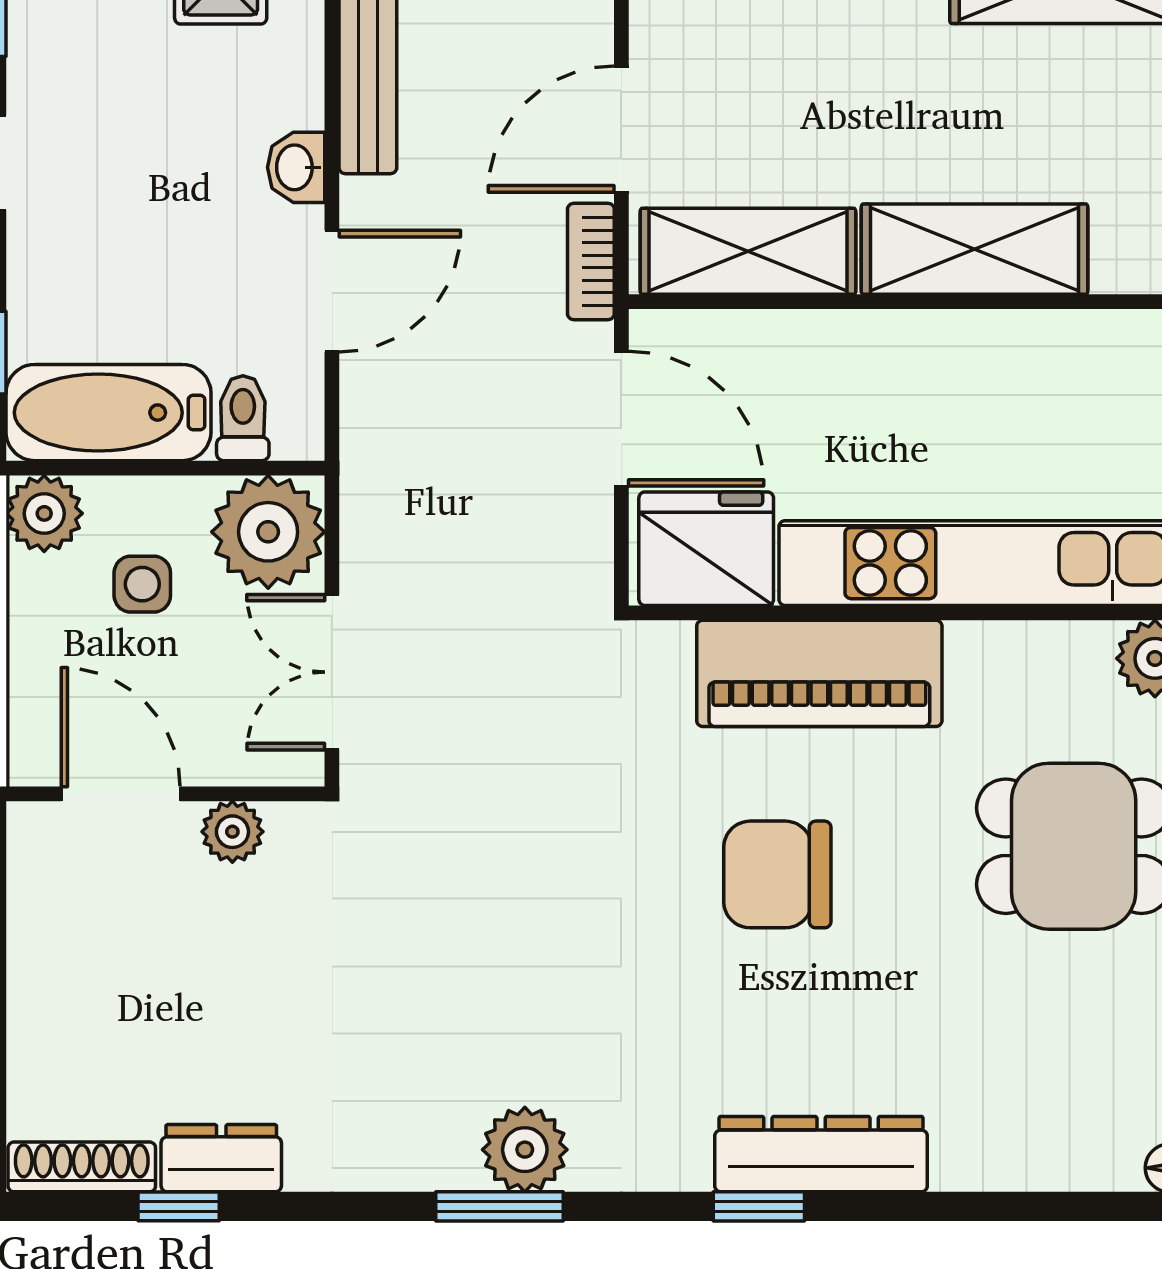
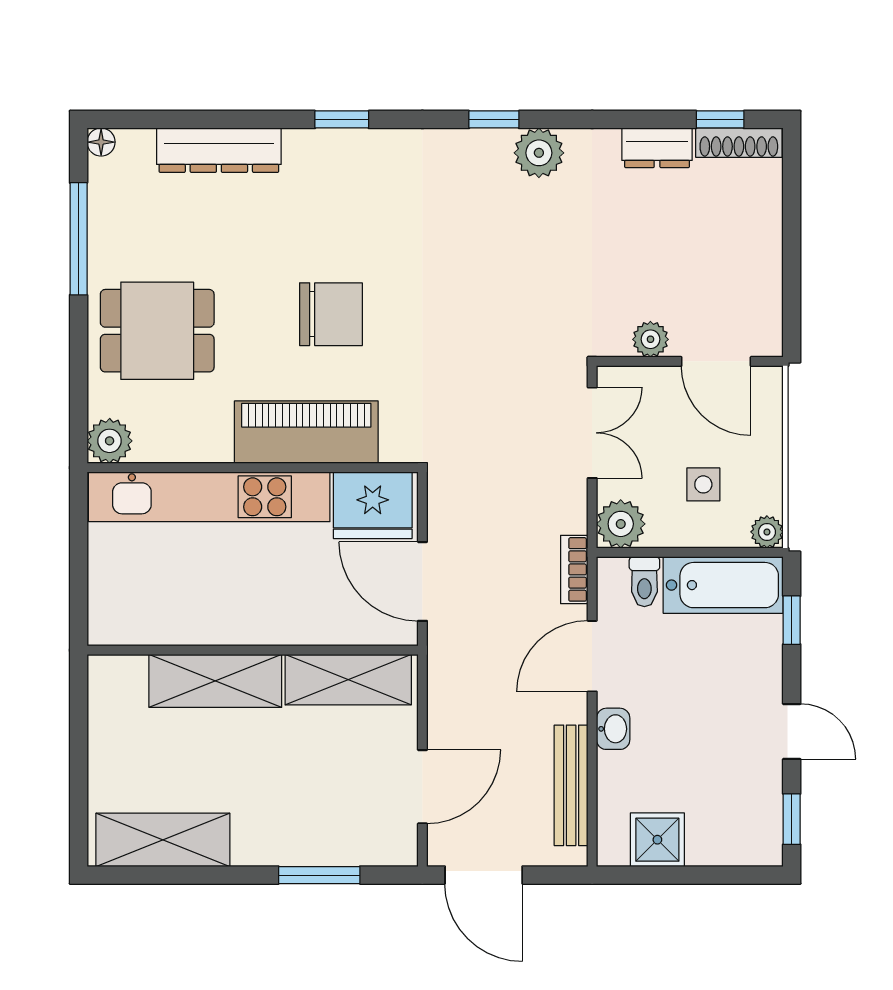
door: (621, 129) -> (422, 787), moved
bookcase: (591, 262) -> (574, 569), moved, turned 180
plant: (44, 513) -> (767, 532), width x0.73, depth x0.73
plant: (268, 532) -> (621, 524), width x0.73, depth x0.73
plant: (525, 1150) -> (539, 153), moved
dresser: (821, 1154) -> (219, 150), moved
window: (179, 1206) -> (720, 119), moved
window: (499, 1206) -> (494, 119), width x0.67

